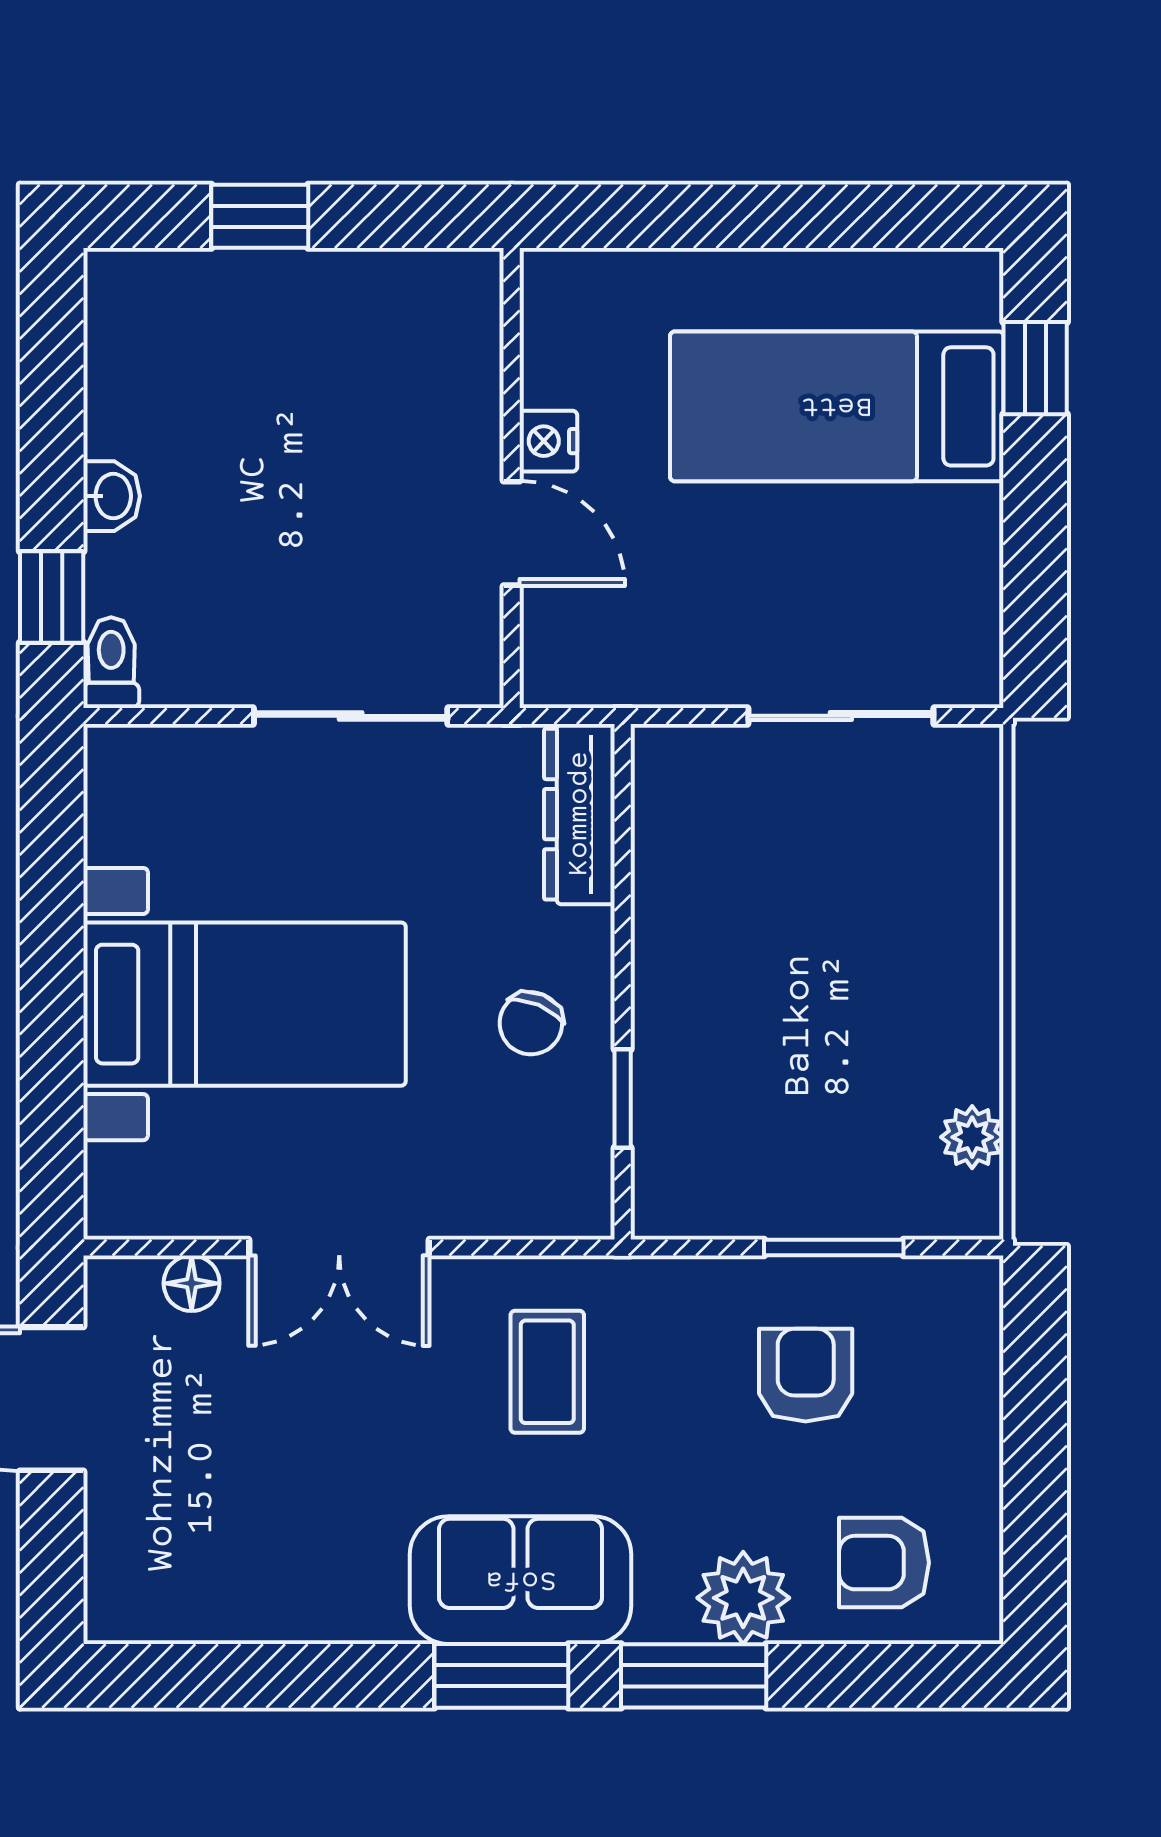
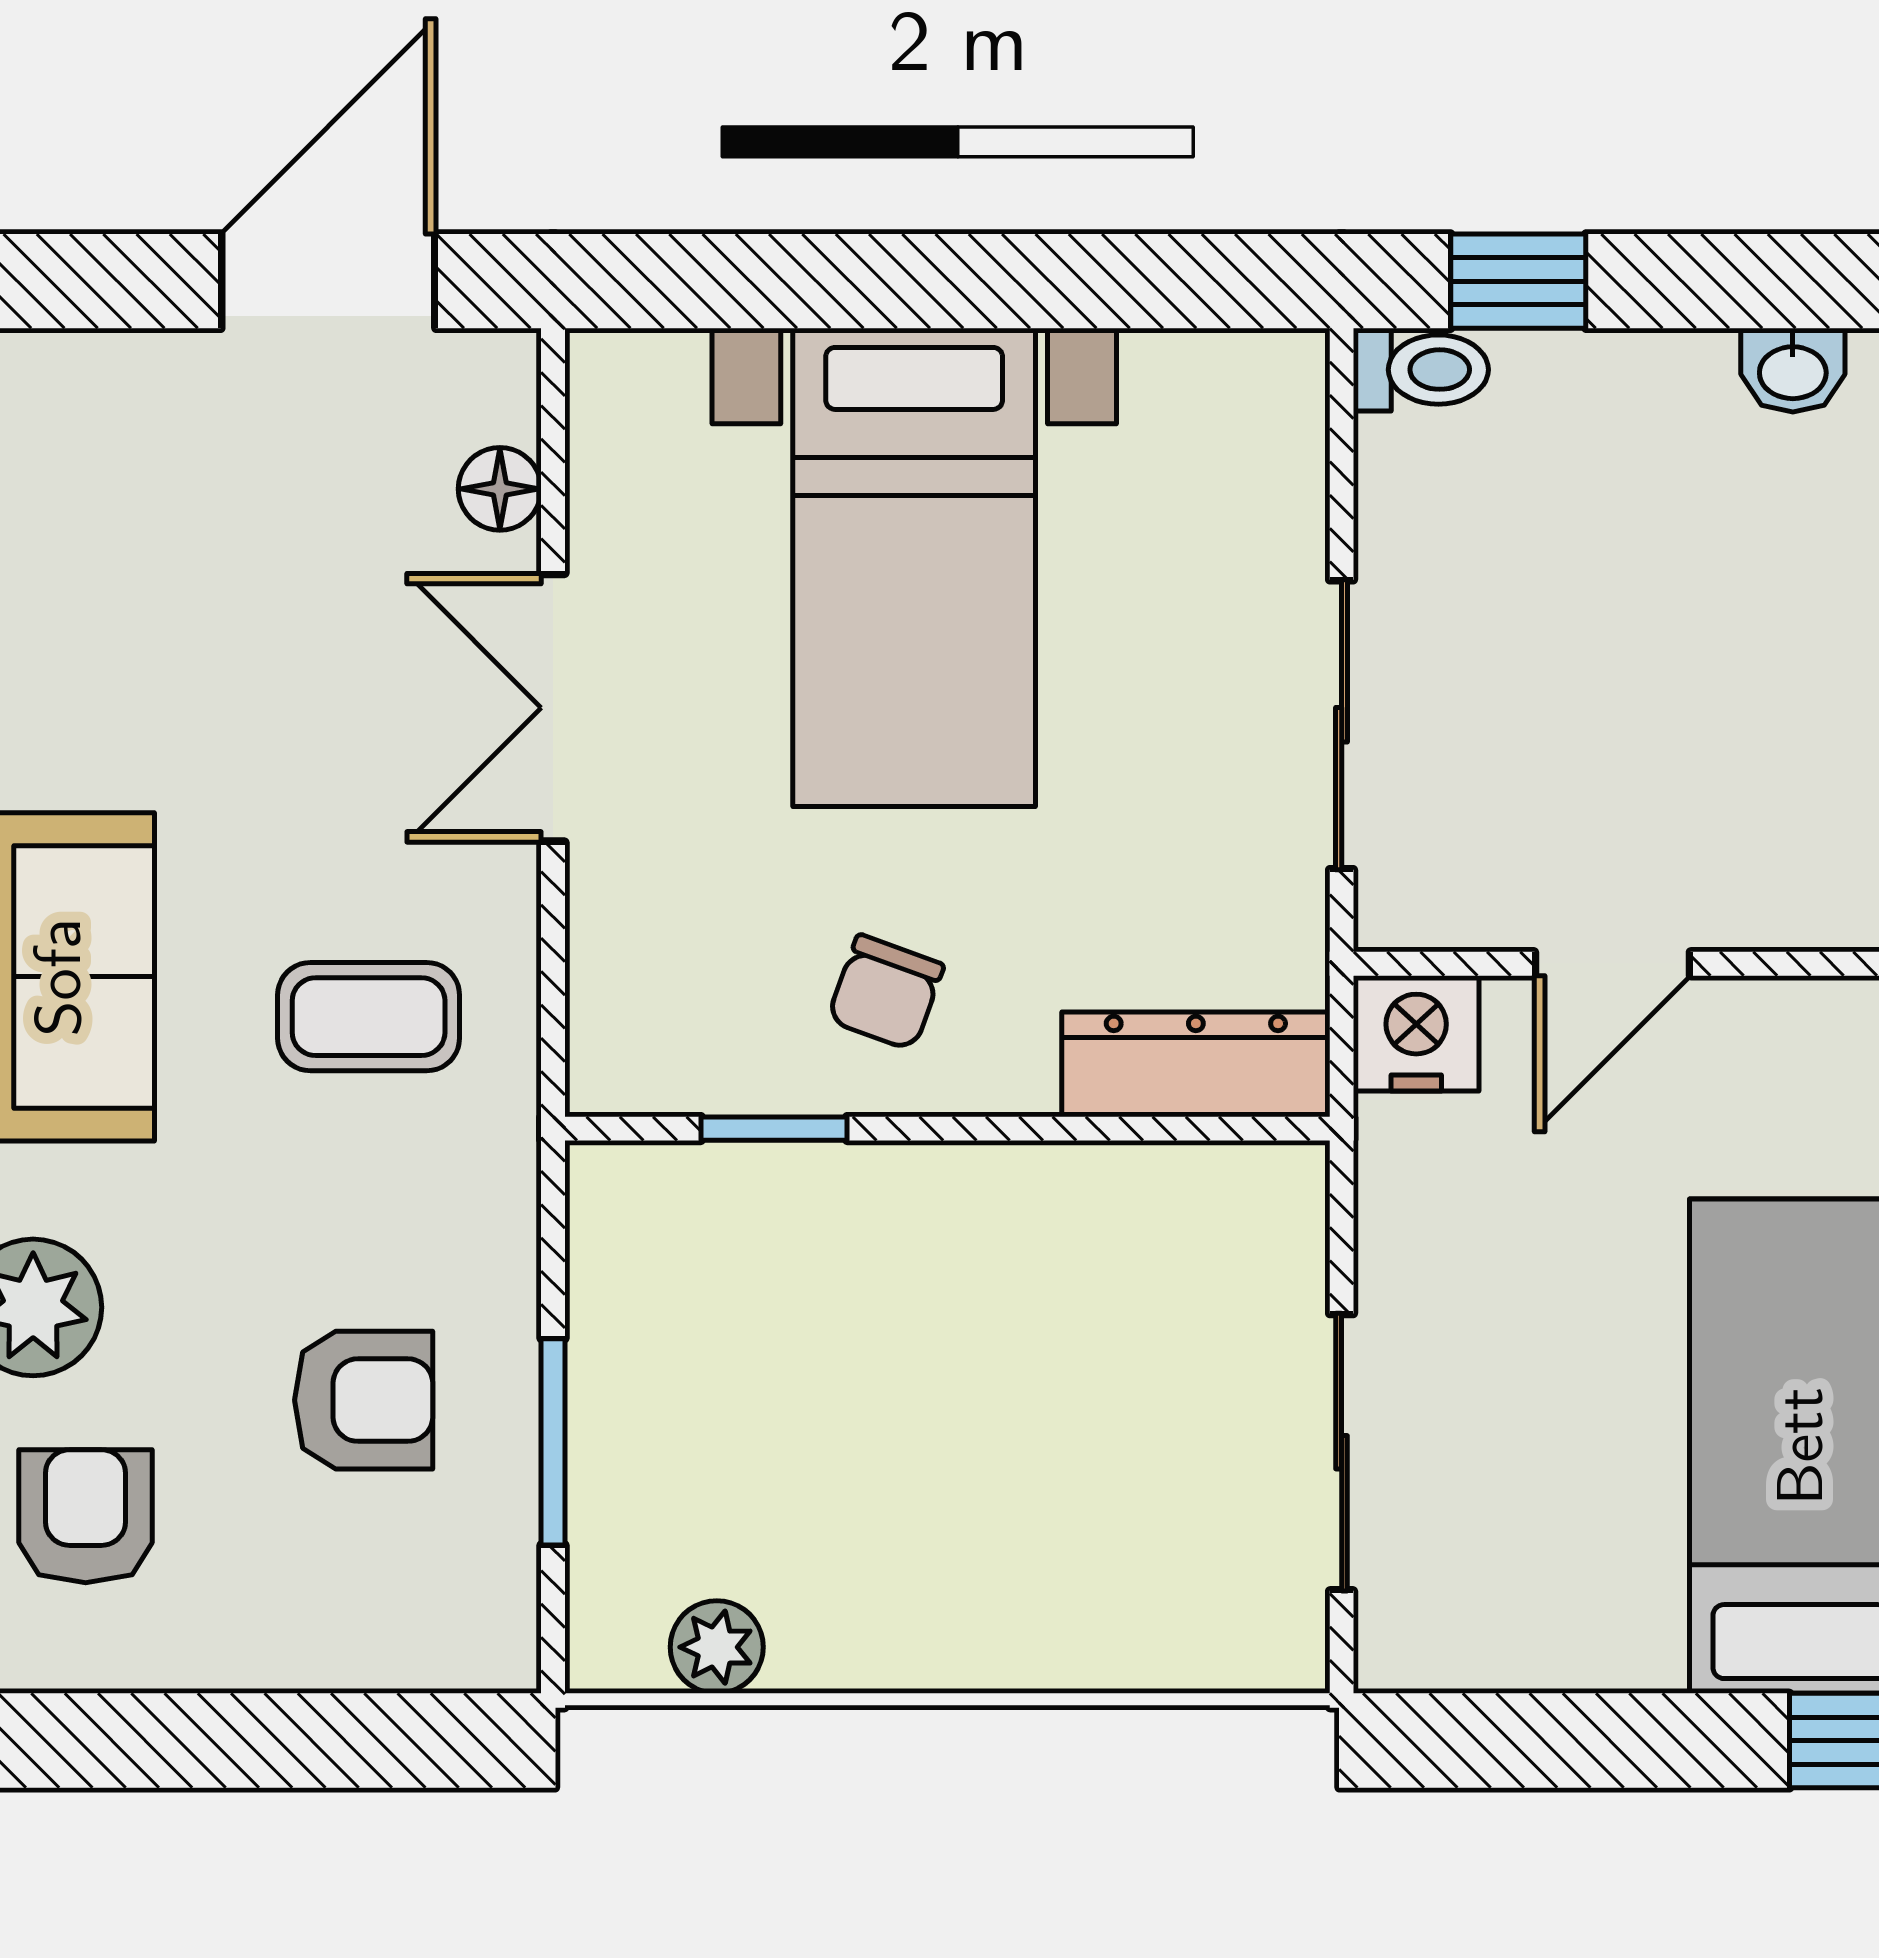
nightstand: (548, 441) -> (1416, 1033), moved, width x1.39, depth x1.35
washbasin: (112, 496) -> (1793, 370), moved
chair: (531, 1023) -> (886, 992), turned -93

